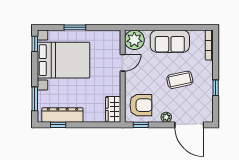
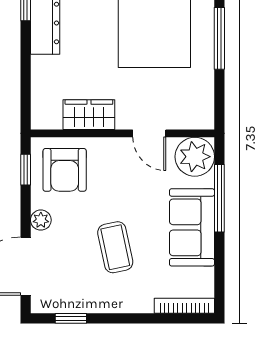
window: (75, 27) -> (219, 38), width x1.44
window: (155, 27) -> (219, 198), added
window: (216, 88) -> (71, 318), moved
wardrobe: (113, 109) -> (89, 115), moved

